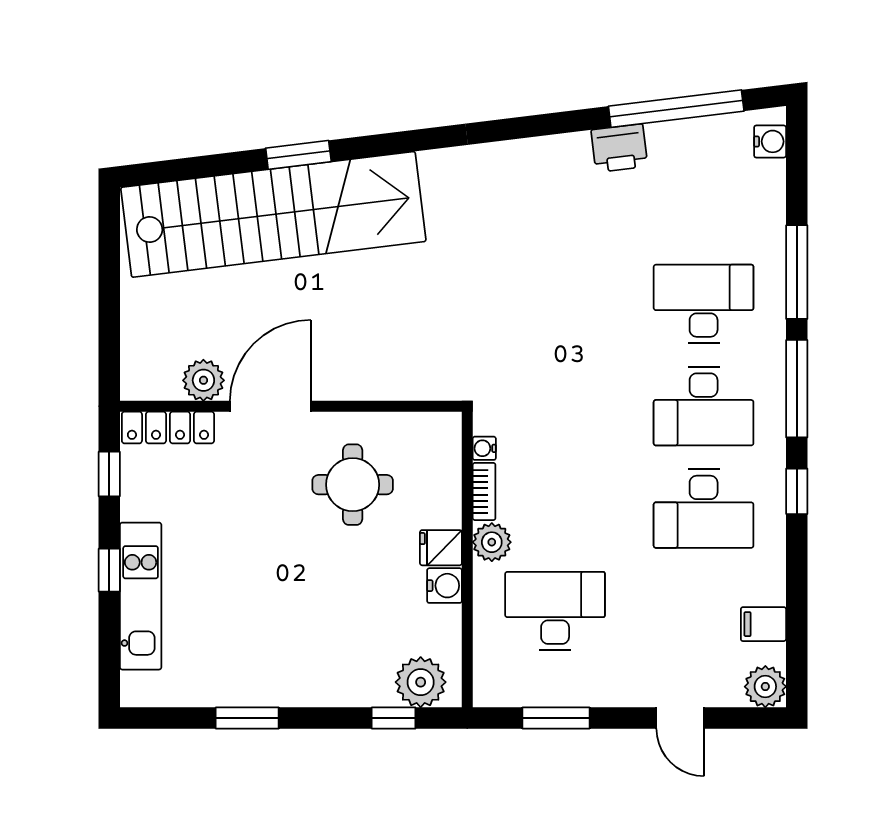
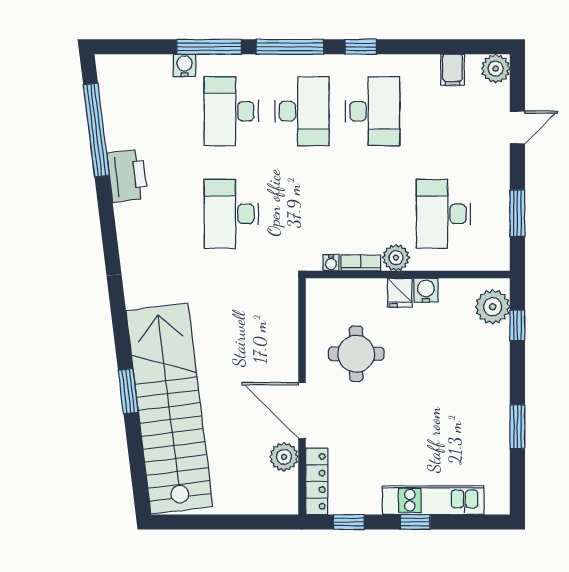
water cooler: (770, 141) -> (185, 65), moved
printer: (619, 148) -> (127, 176), width x1.37, depth x1.19
desk: (555, 304) -> (231, 214), added

